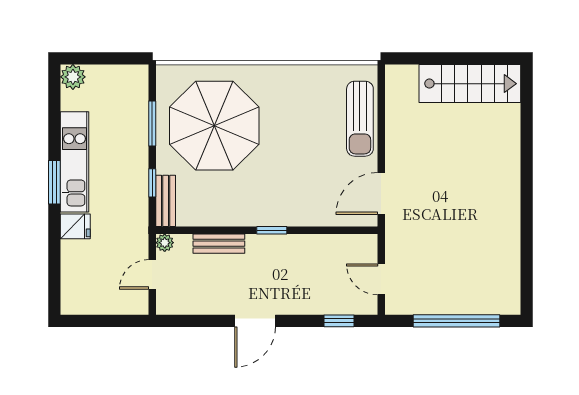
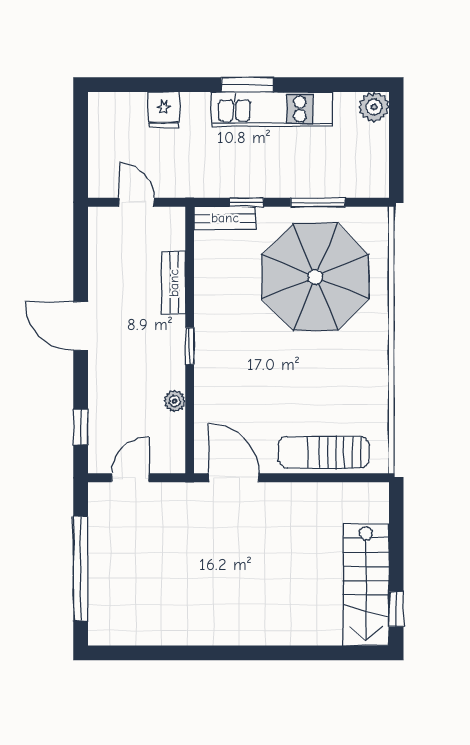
window: (490, 58) -> (396, 609), added
fridge: (75, 226) -> (164, 110), moved
plant: (165, 243) -> (175, 401), moved

